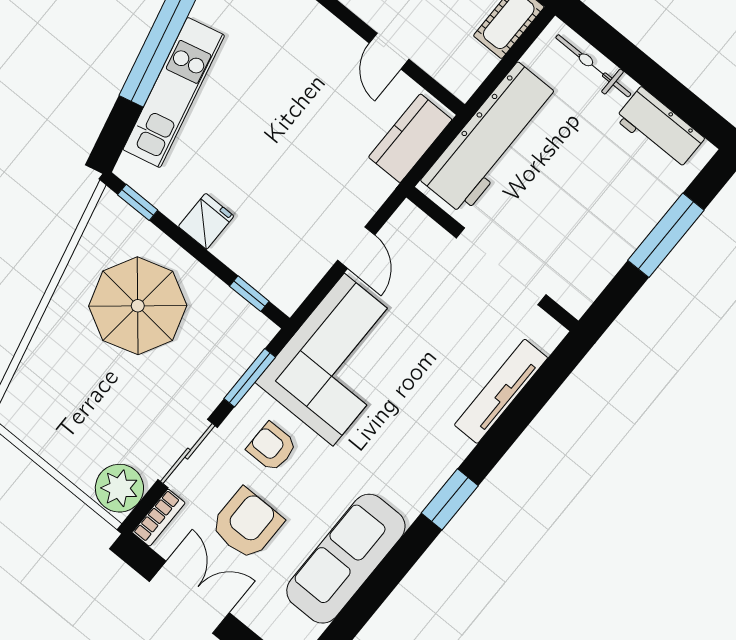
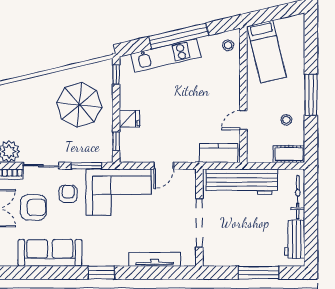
fridge: (206, 221) -> (129, 119), moved

